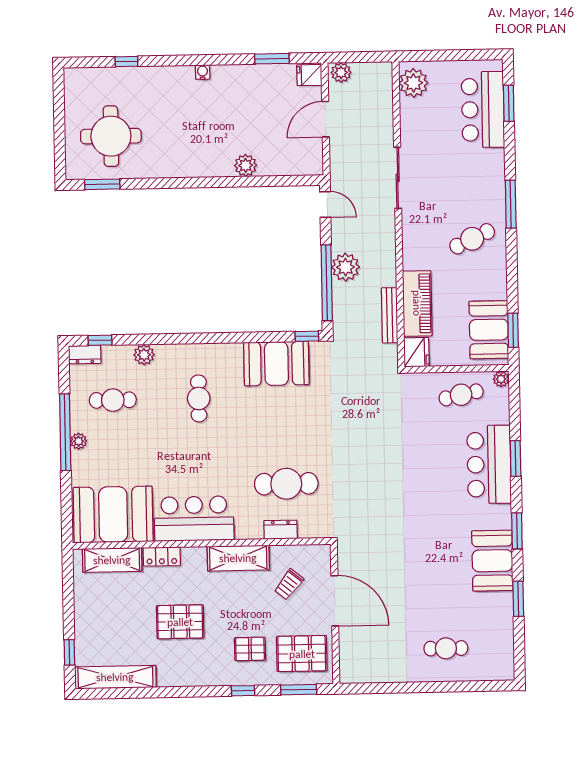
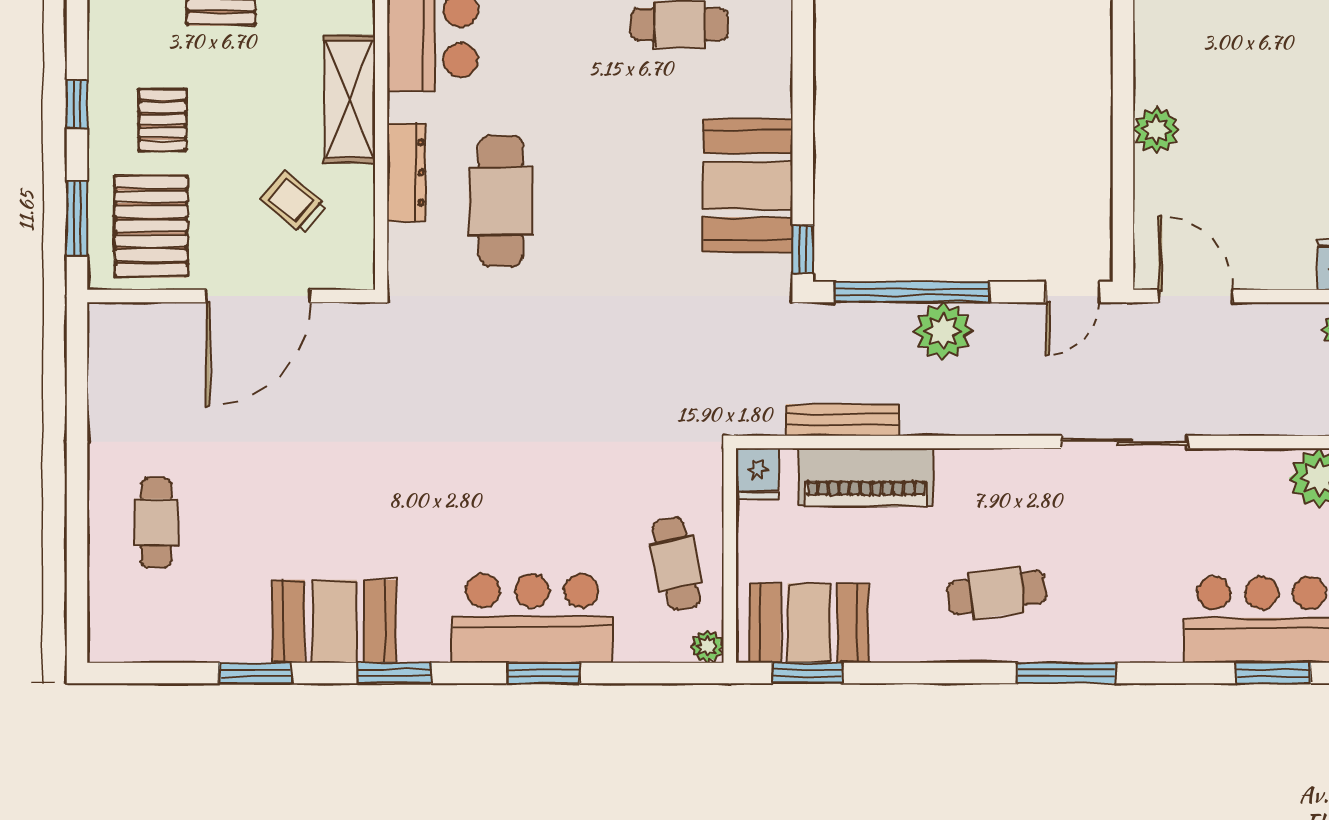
door: (326, 119) -> (1195, 296), moved
cafe table: (472, 239) -> (996, 592), turned -73
fridge: (417, 352) -> (757, 474), width x0.72
dresser: (281, 530) -> (406, 172), width x1.44

